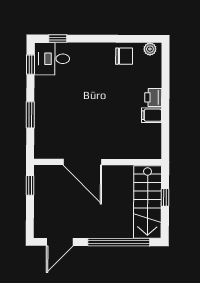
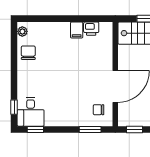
printer: (153, 97) -> (91, 29), moved
window: (30, 115) -> (90, 129), moved
chair: (54, 142) -> (98, 110), added

